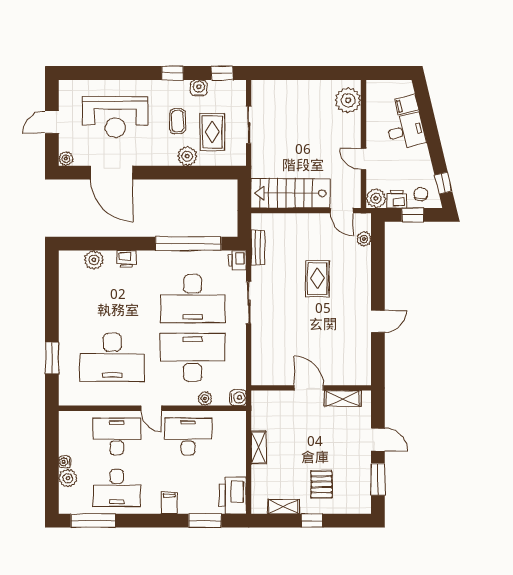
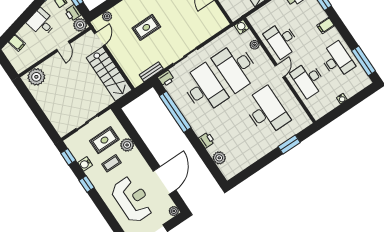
desk: (406, 131) -> (42, 23), moved
plant: (68, 478) -> (350, 91), removed

